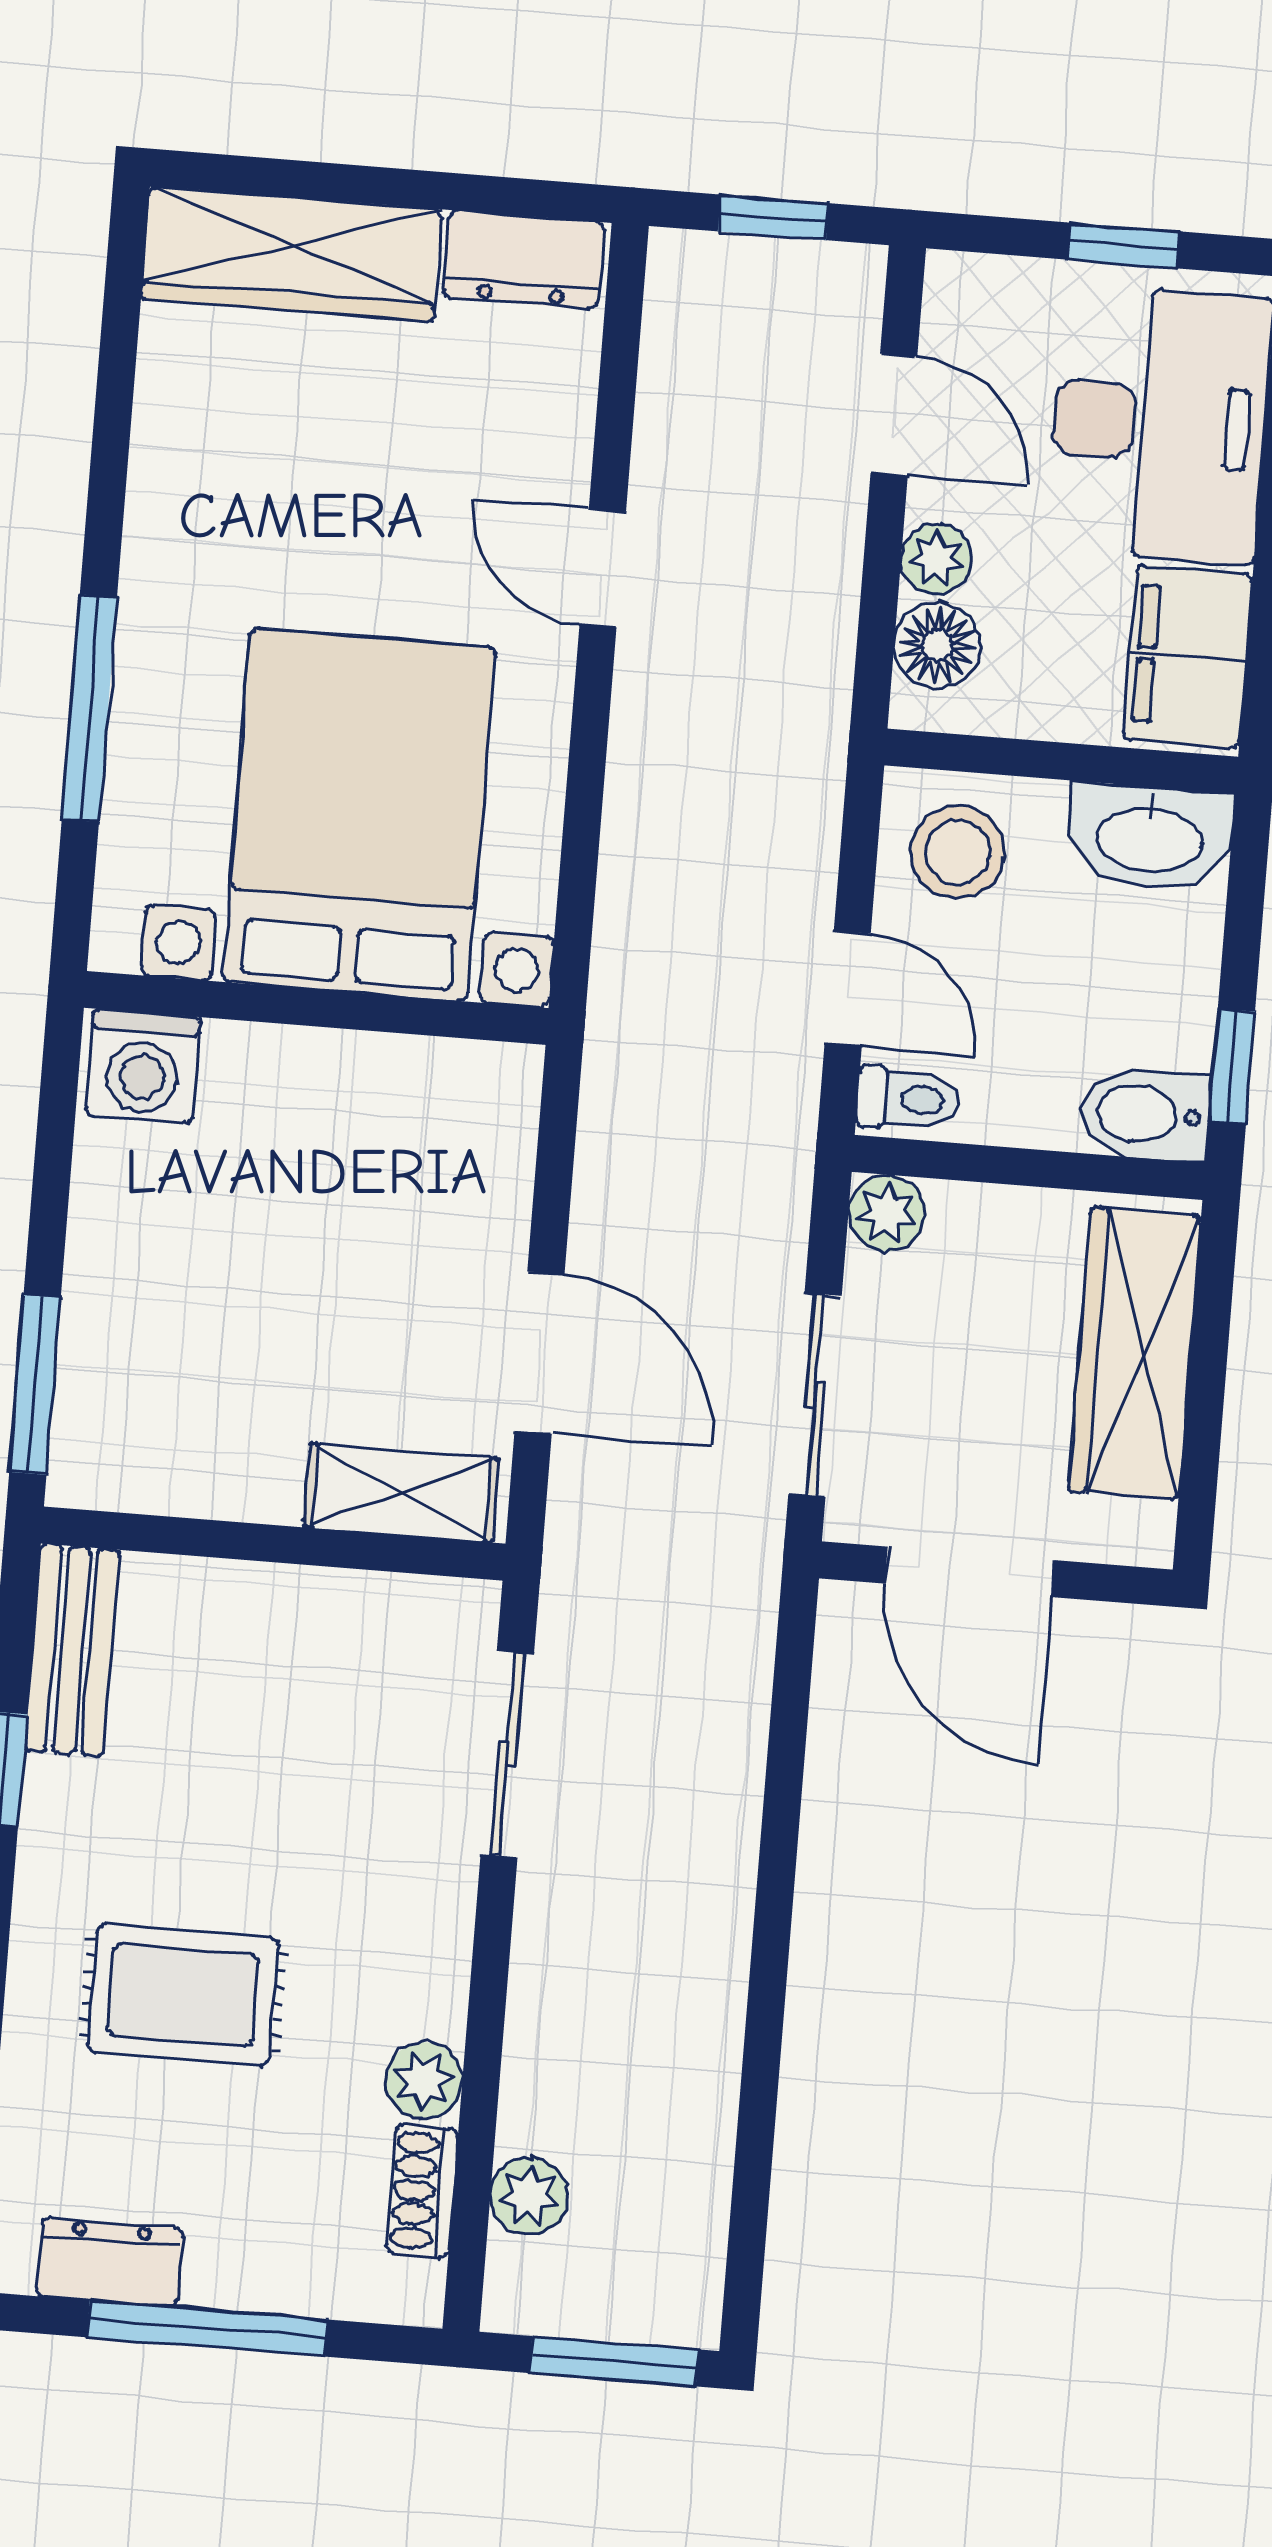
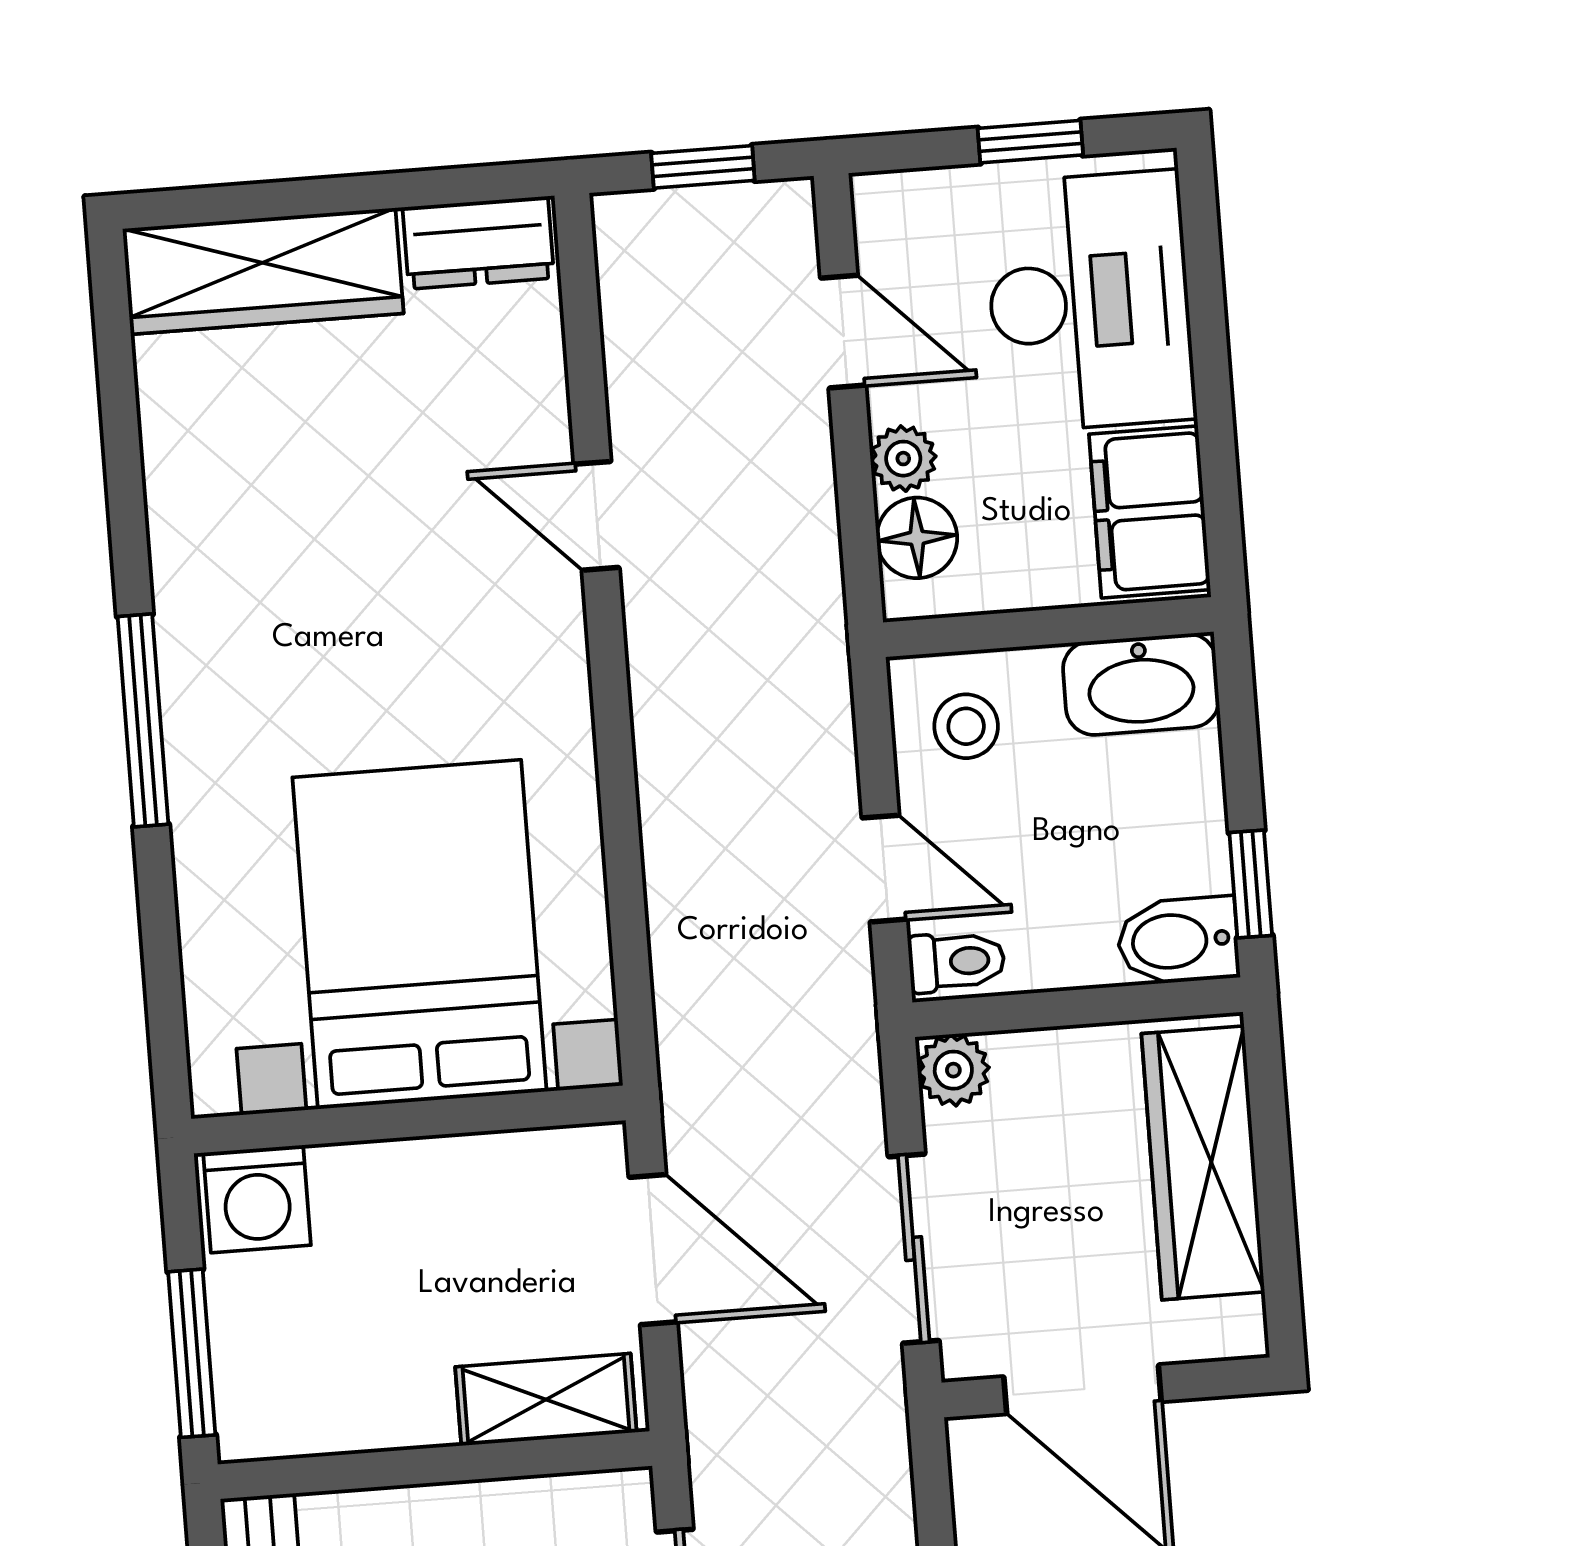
bed with nightstands: (359, 814) -> (420, 934), moved
stool: (958, 852) -> (966, 726), width x0.73, depth x0.73
wall: (316, 1008) -> (408, 1120), moved
washing machine: (143, 1066) -> (257, 1199), moved

